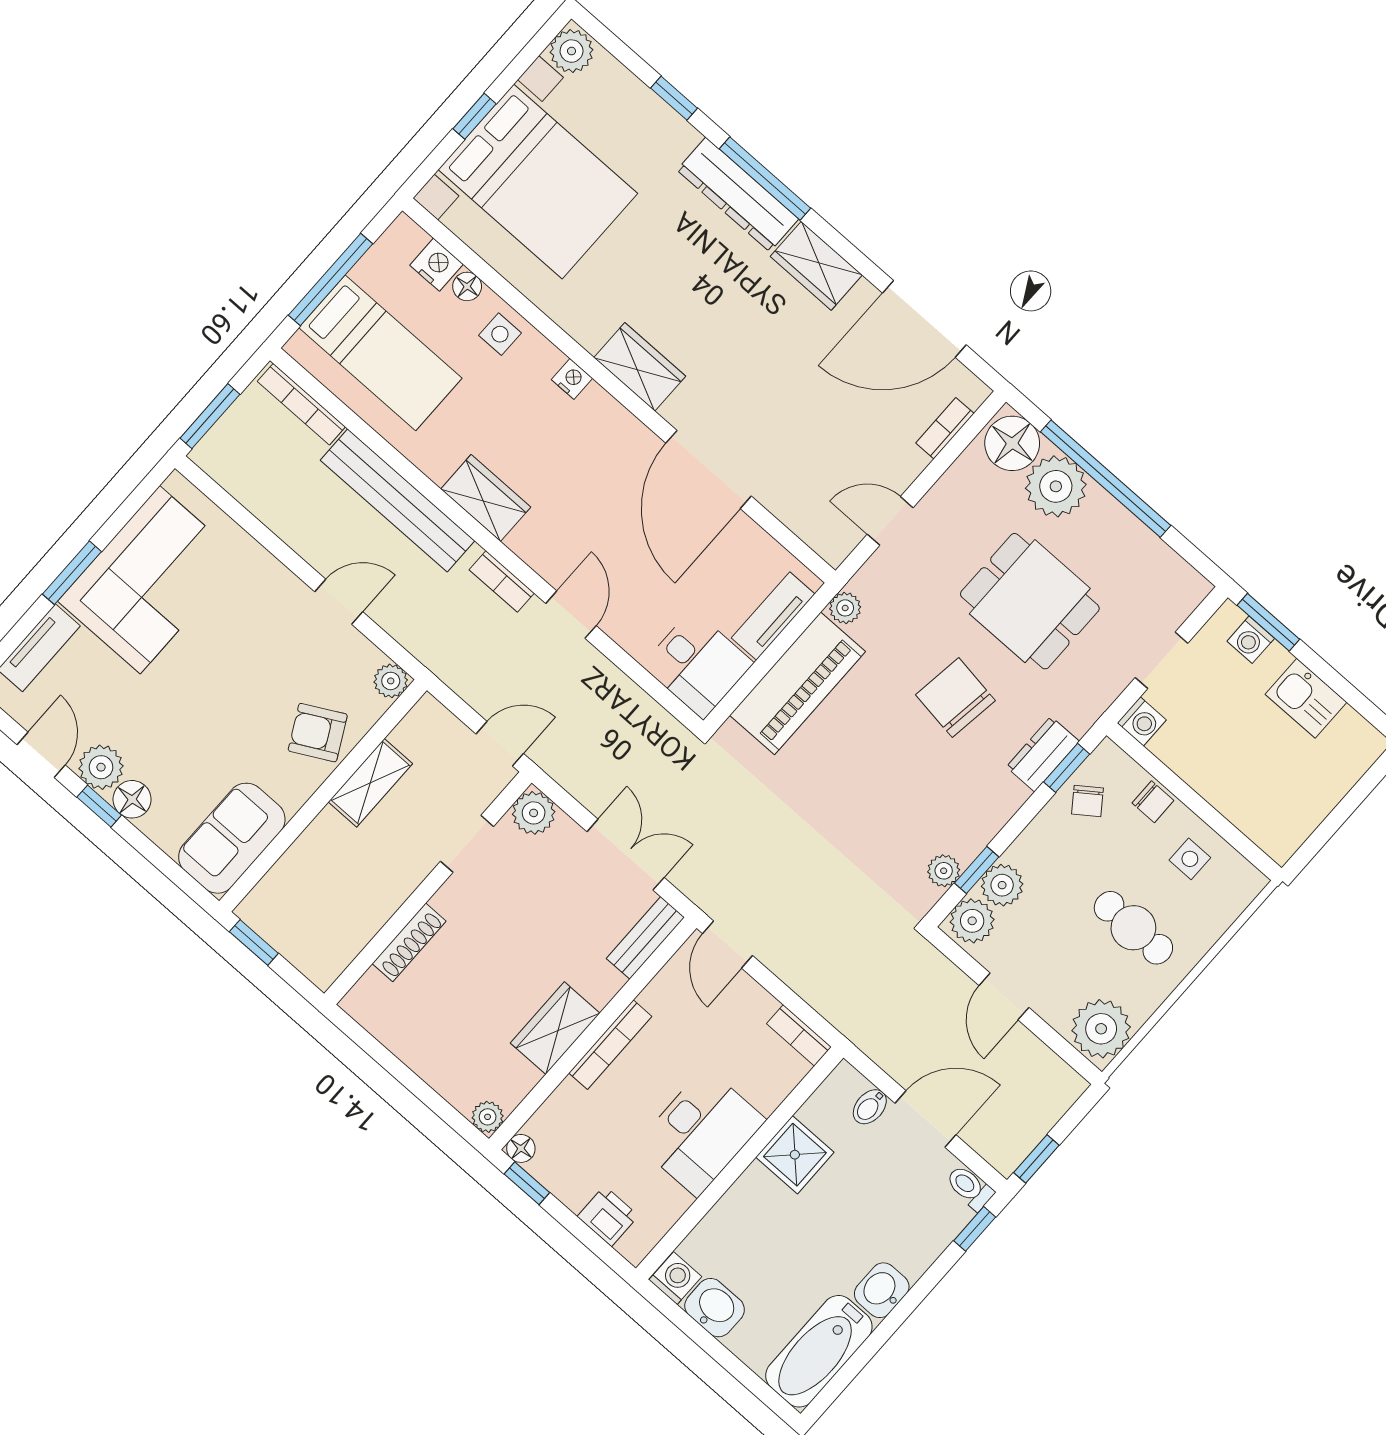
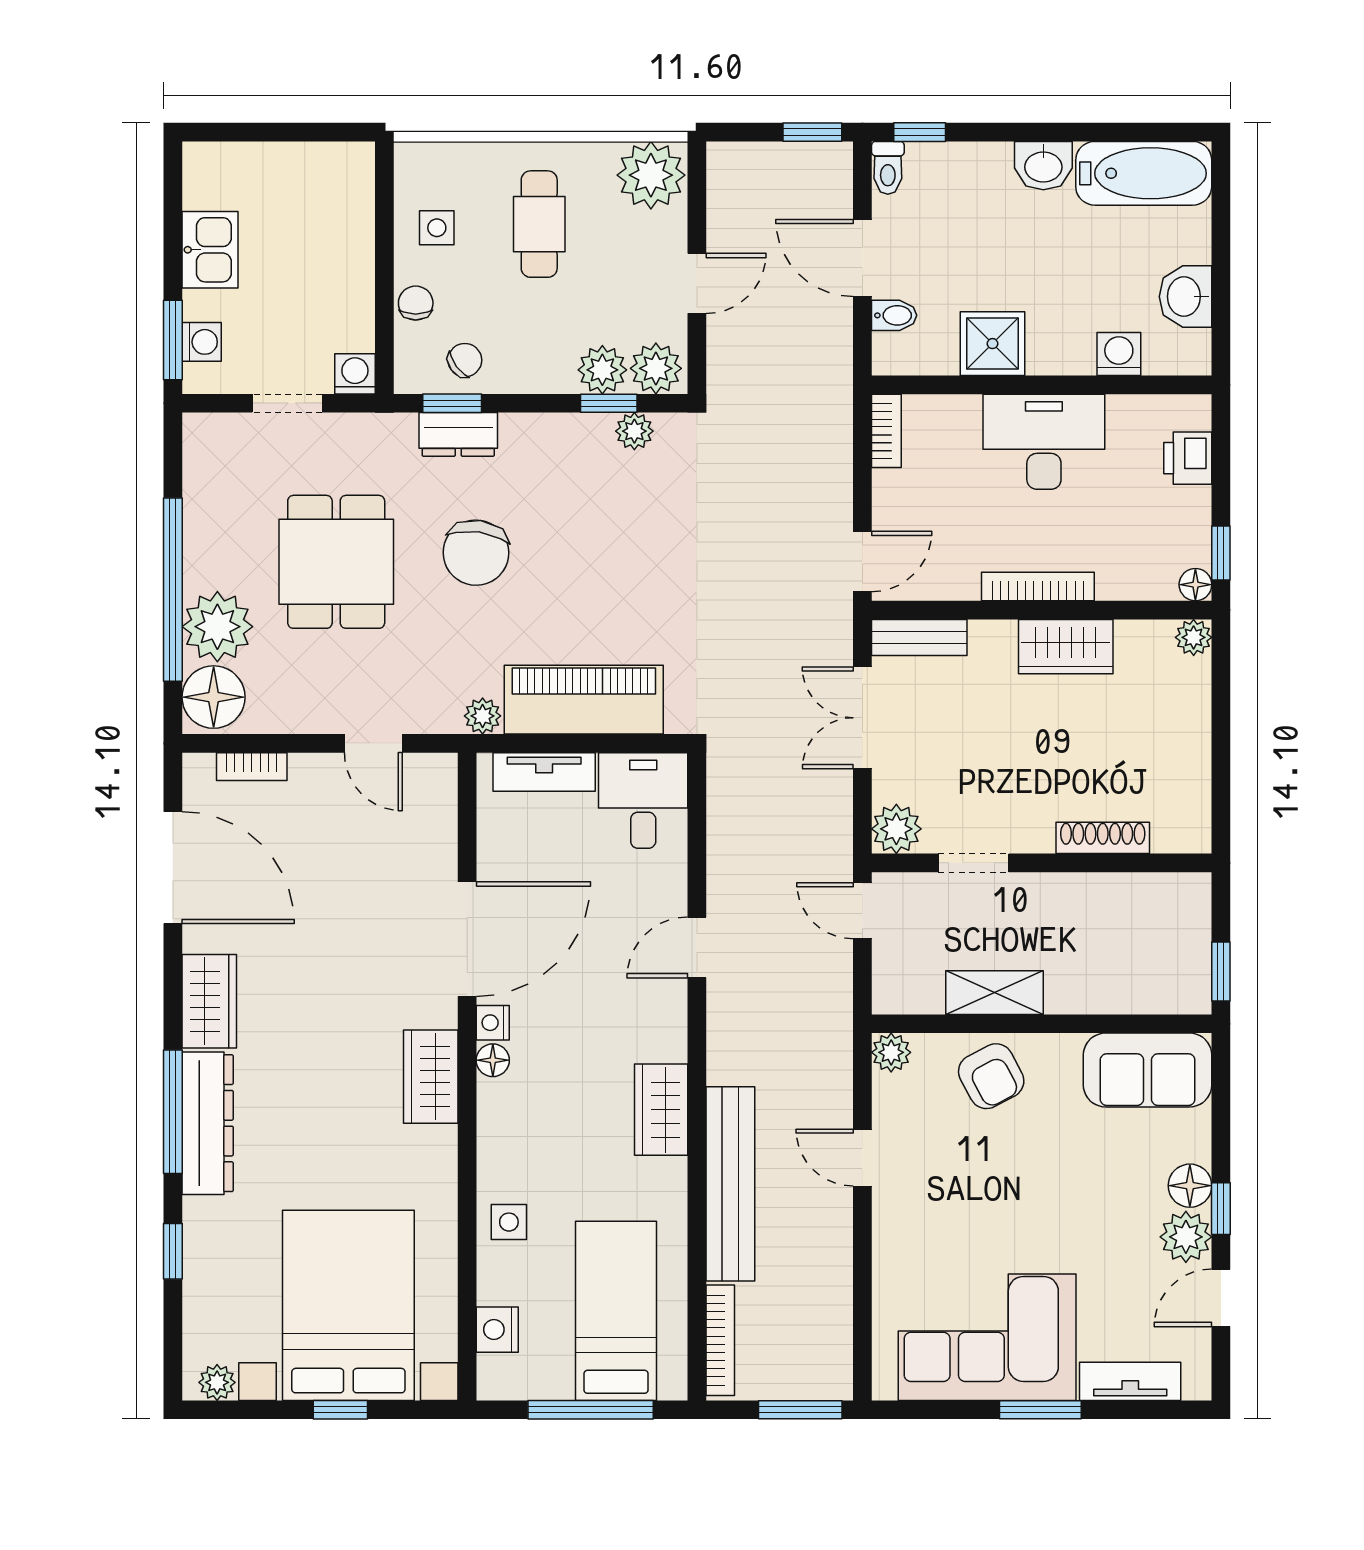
plant: (572, 51) -> (217, 1382), width x0.73, depth x0.73
floor lamp: (467, 286) -> (493, 1060), moved
nightstand: (572, 379) -> (493, 1023), moved
bookcase: (502, 581) -> (721, 1032), removed
washing machine: (675, 1278) -> (1119, 354), moved, turned 90

